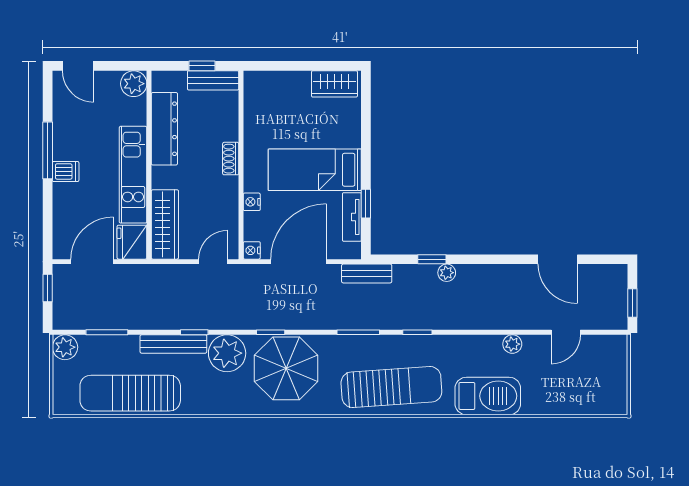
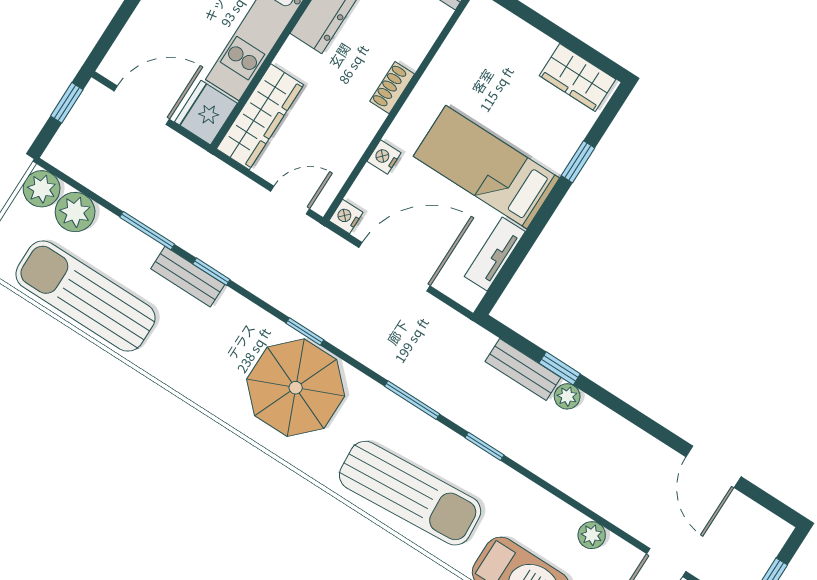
window: (366, 204) -> (578, 162), moved
bench: (367, 273) -> (523, 369), moved
window: (107, 332) -> (147, 231), moved
bench: (173, 344) -> (188, 277), width x0.73
plant: (227, 353) -> (75, 212), moved, width x0.73, depth x0.73

